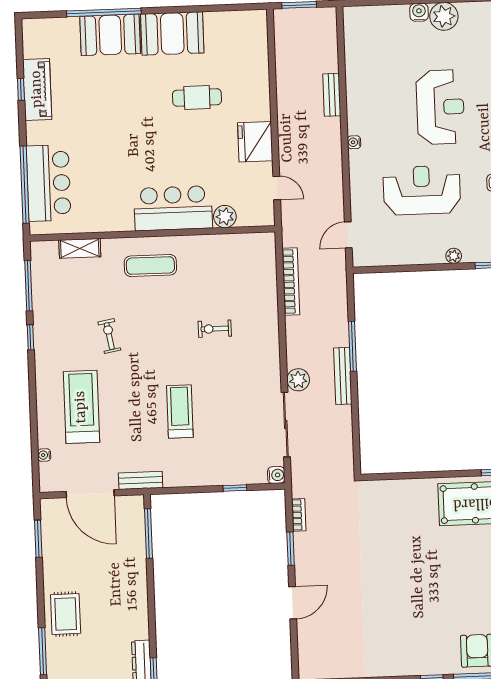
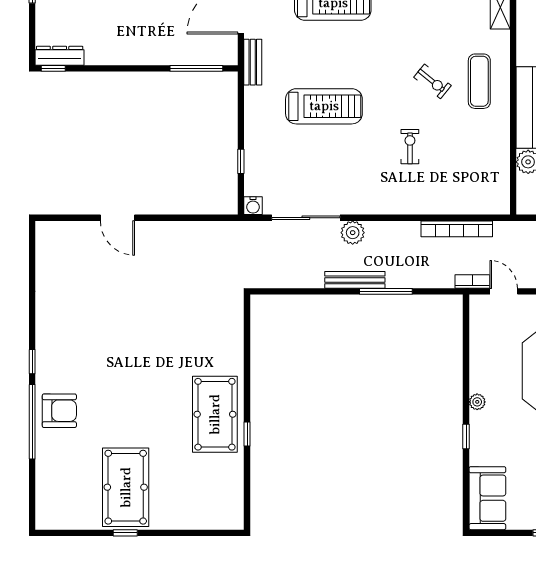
exercise bike: (109, 336) -> (433, 81), moved, turned 49
treadmill: (180, 412) -> (324, 106), width x1.37, depth x1.38
bookcase: (299, 515) -> (472, 281), moved, turned 180
window: (291, 549) -> (175, 218), removed

